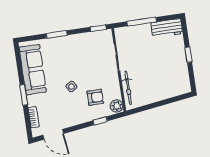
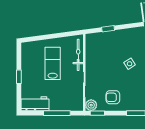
lab bench: (154, 75) -> (53, 63), added
armchair: (95, 97) -> (113, 97), moved
plant: (117, 106) -> (91, 105), moved

